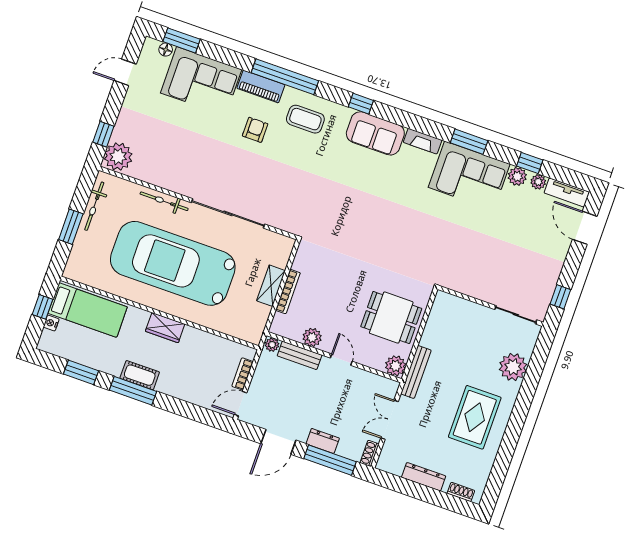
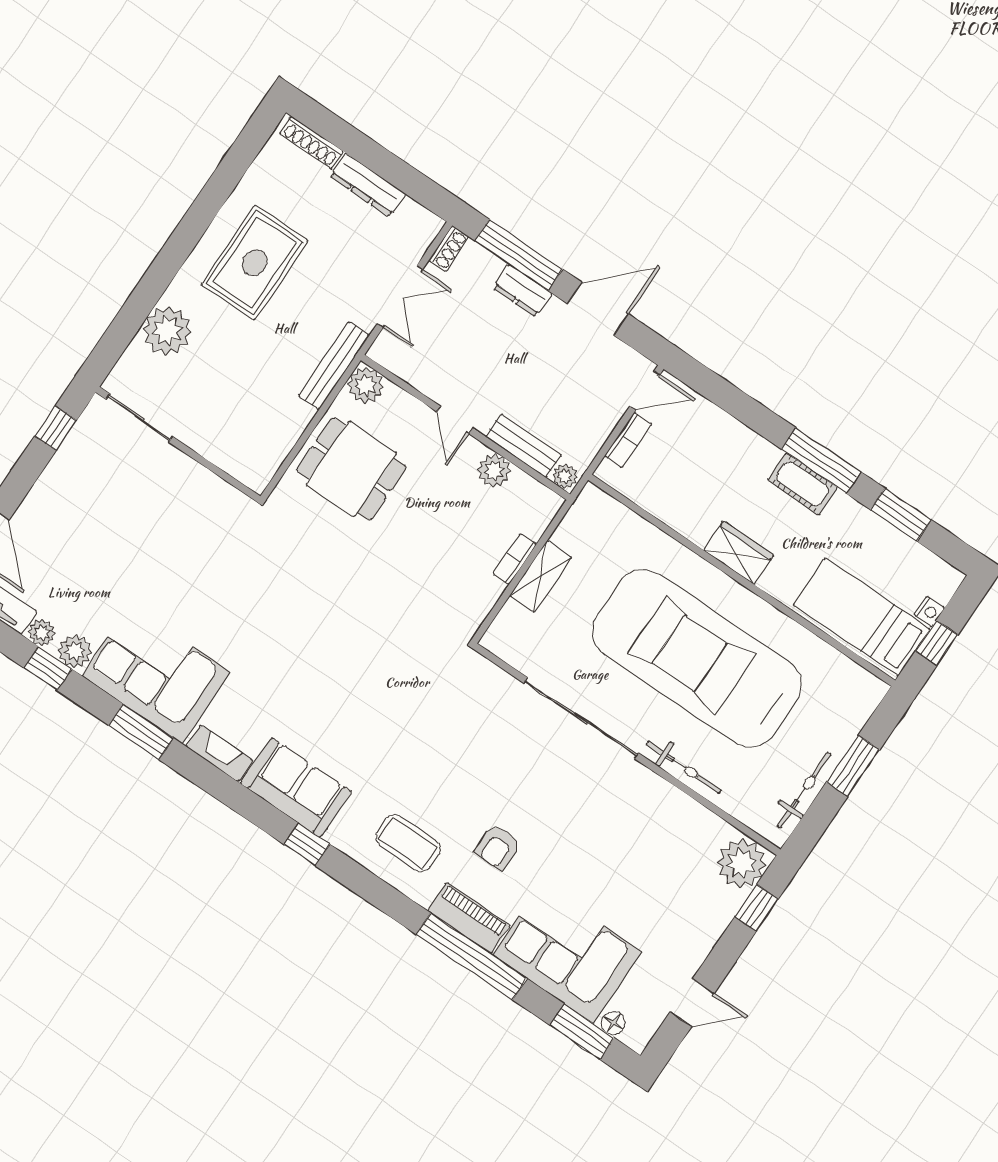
window: (285, 77) -> (472, 956), moved
car: (173, 263) -> (697, 658), turned 180
bookcase: (288, 292) -> (515, 559), width x0.64
shoe rack: (461, 492) -> (311, 142), width x1.43

